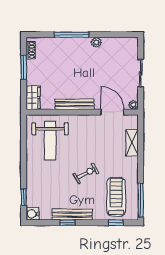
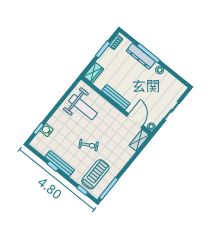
dresser: (67, 44) -> (141, 56), added
weight bench: (50, 140) -> (83, 107), turned -90
shelving: (132, 143) -> (139, 140), moved
water cooler: (33, 214) -> (47, 130), moved

